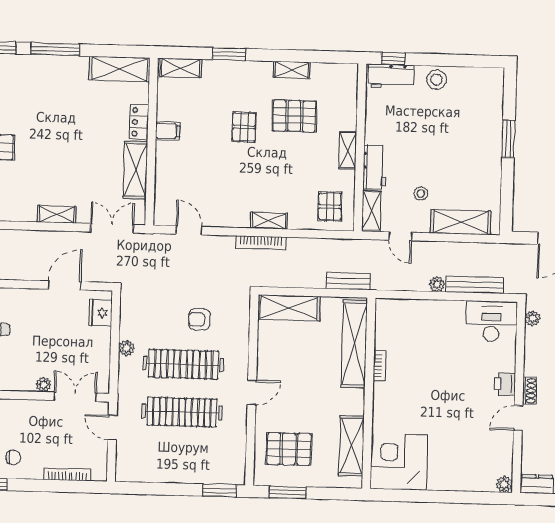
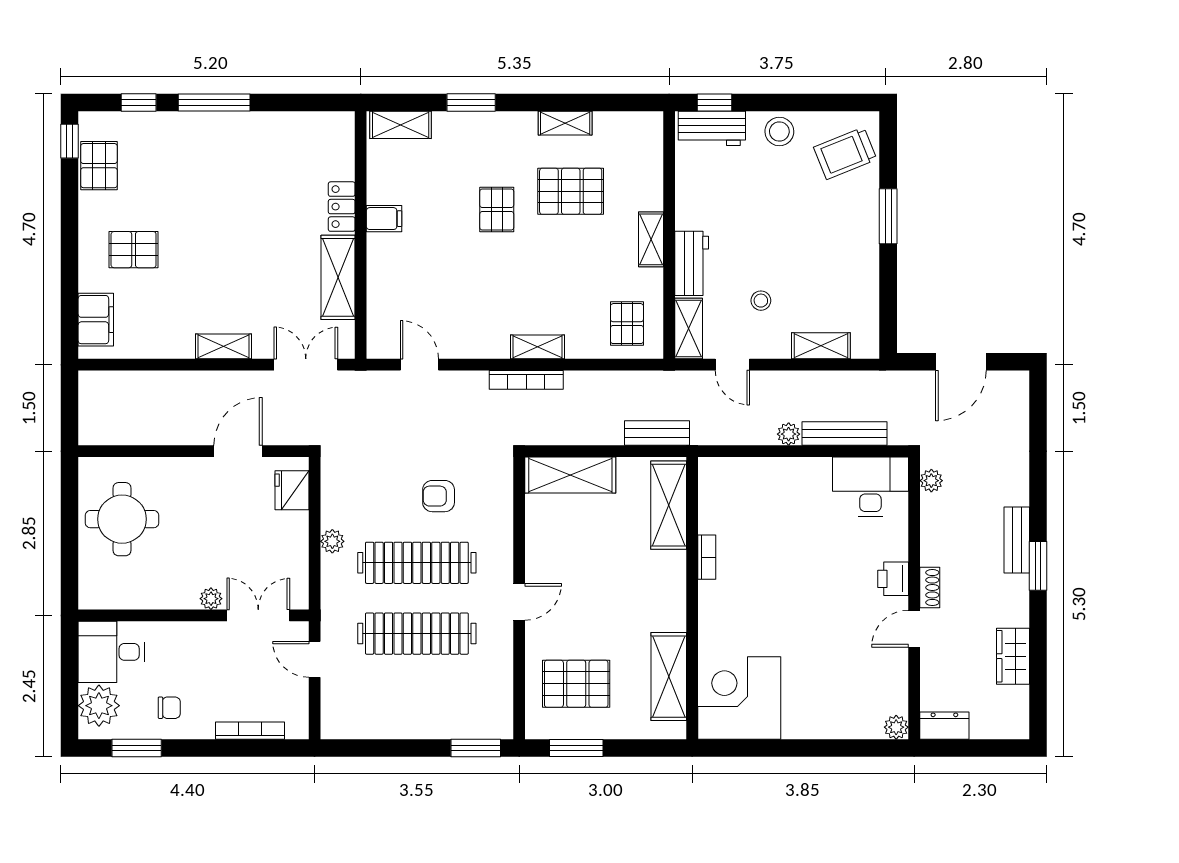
shelving: (120, 69) -> (310, 129), removed
trolley: (481, 96) -> (845, 153), added
shelving: (461, 222) -> (821, 346), width x0.67, depth x0.75
shelving: (354, 344) -> (669, 505), width x0.68

